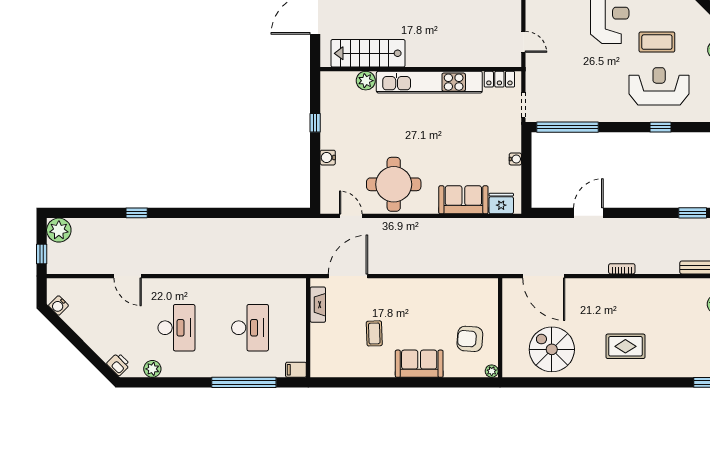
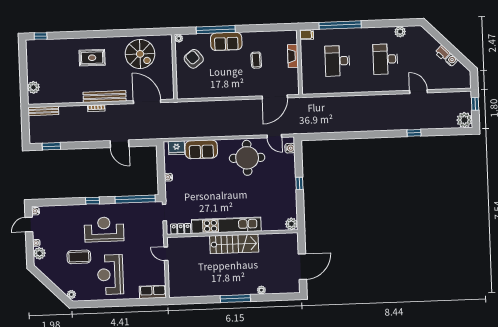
stairs: (368, 53) -> (234, 244), moved
plant: (366, 81) -> (291, 224), moved
reception desk: (659, 86) -> (104, 229), moved, turned 180
window: (315, 123) -> (299, 183), moved
window: (661, 127) -> (93, 201), moved
water cooler: (328, 158) -> (290, 148), moved
door: (588, 213) -> (119, 144), hinge flipped
bench: (609, 286) -> (105, 97), added
fireplace: (318, 305) -> (293, 56), moved
water cooler: (58, 306) -> (451, 60), moved
armchair: (470, 339) -> (194, 59), turned -132
printer: (118, 364) -> (442, 53), moved
window: (435, 382) -> (216, 30), added

